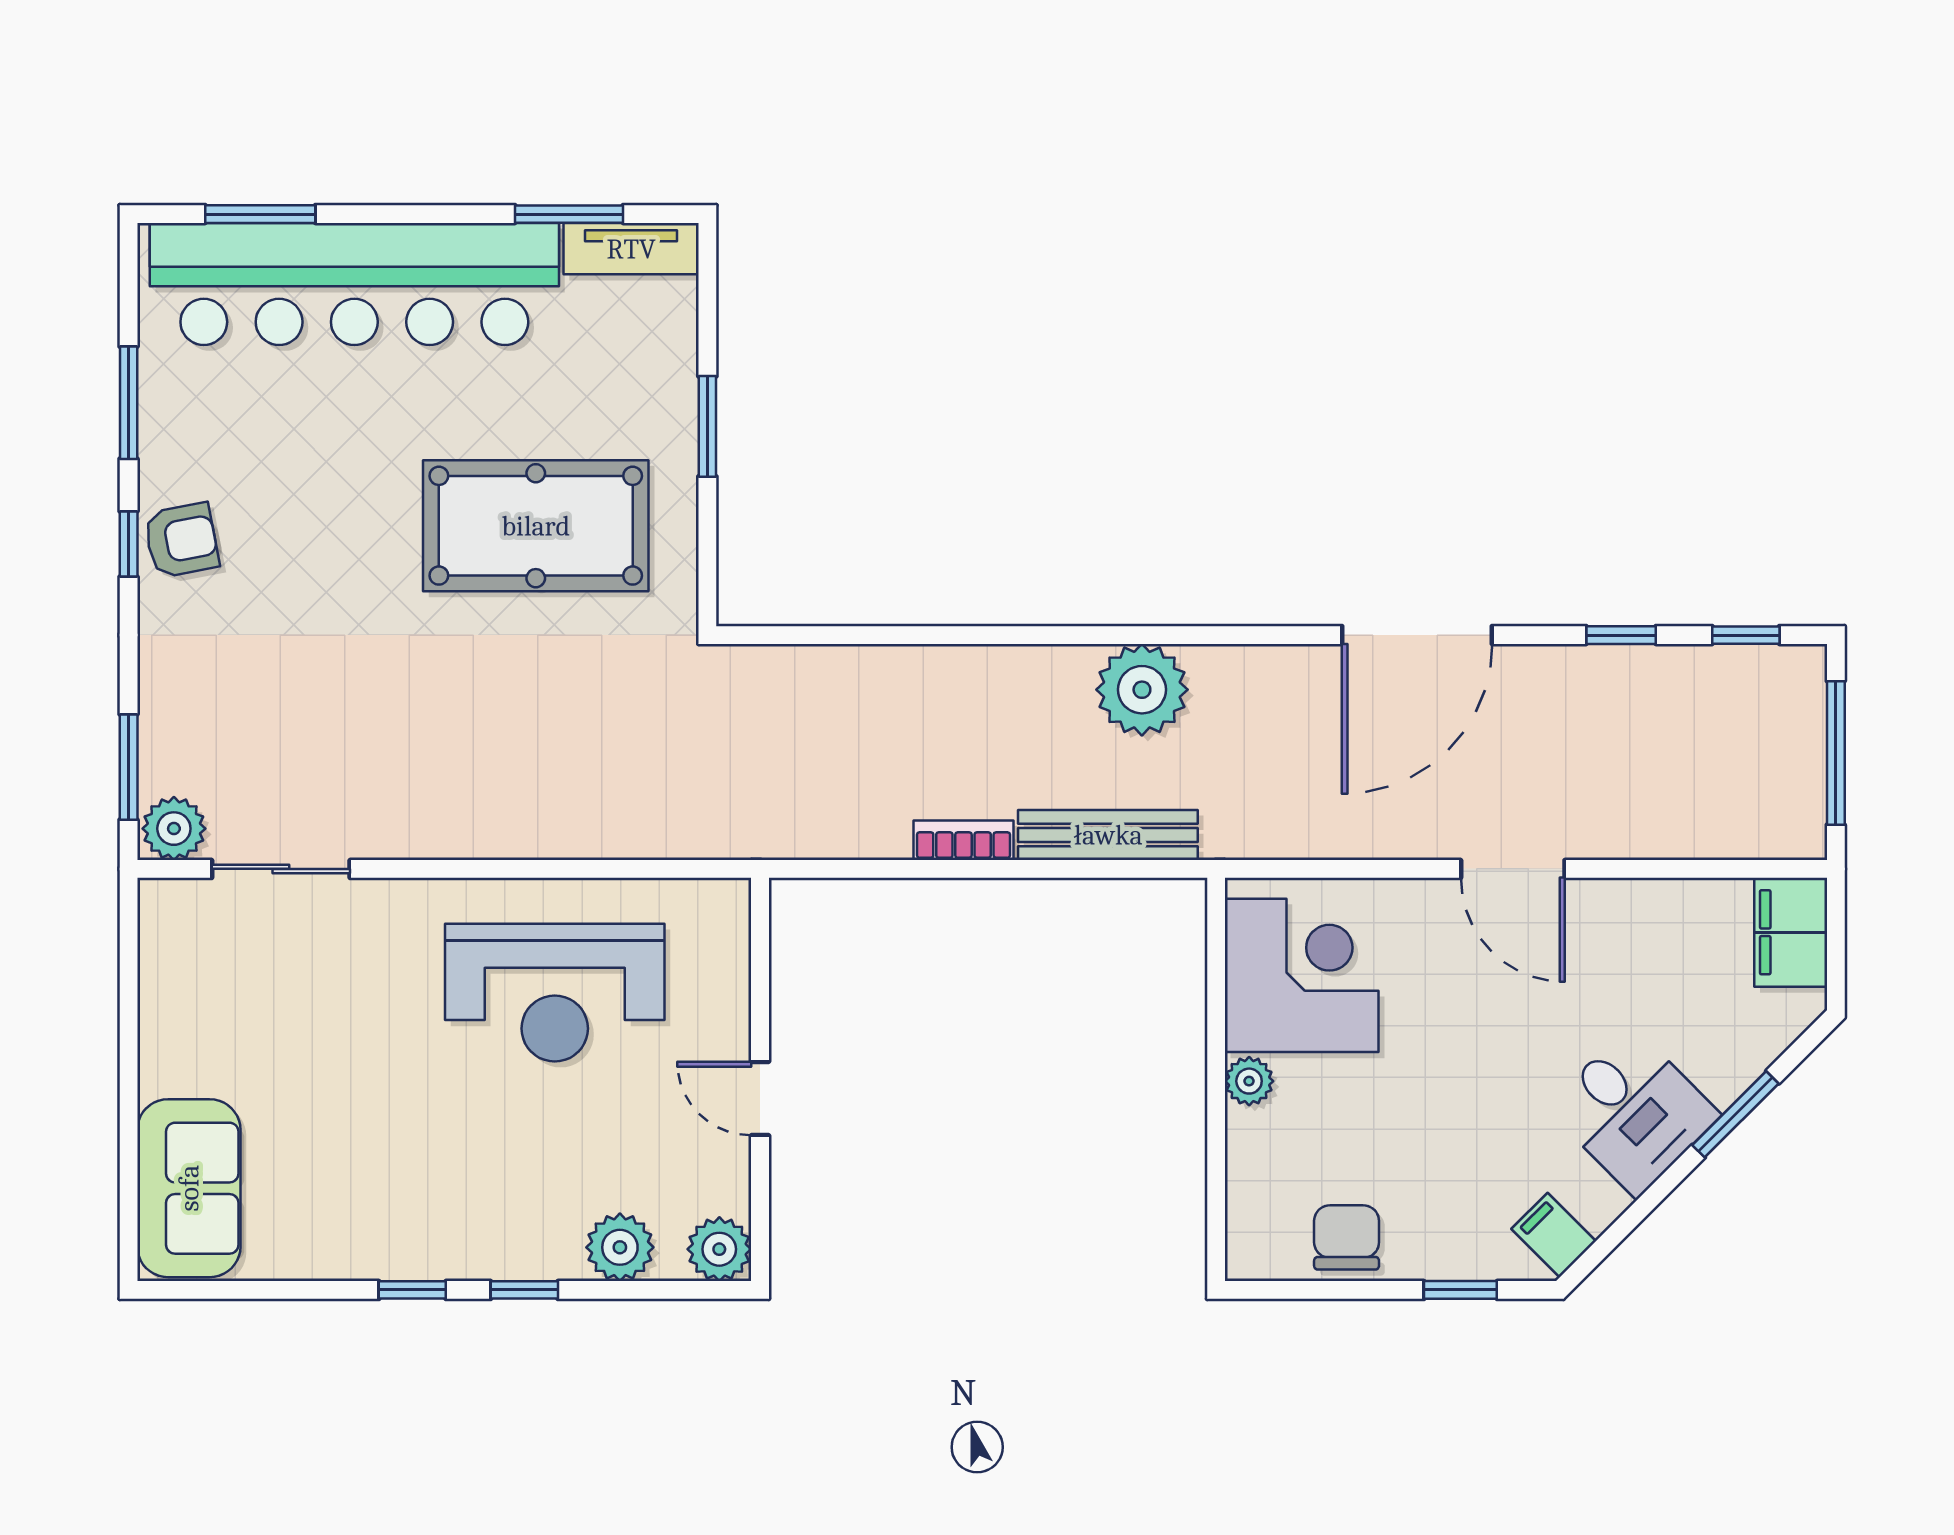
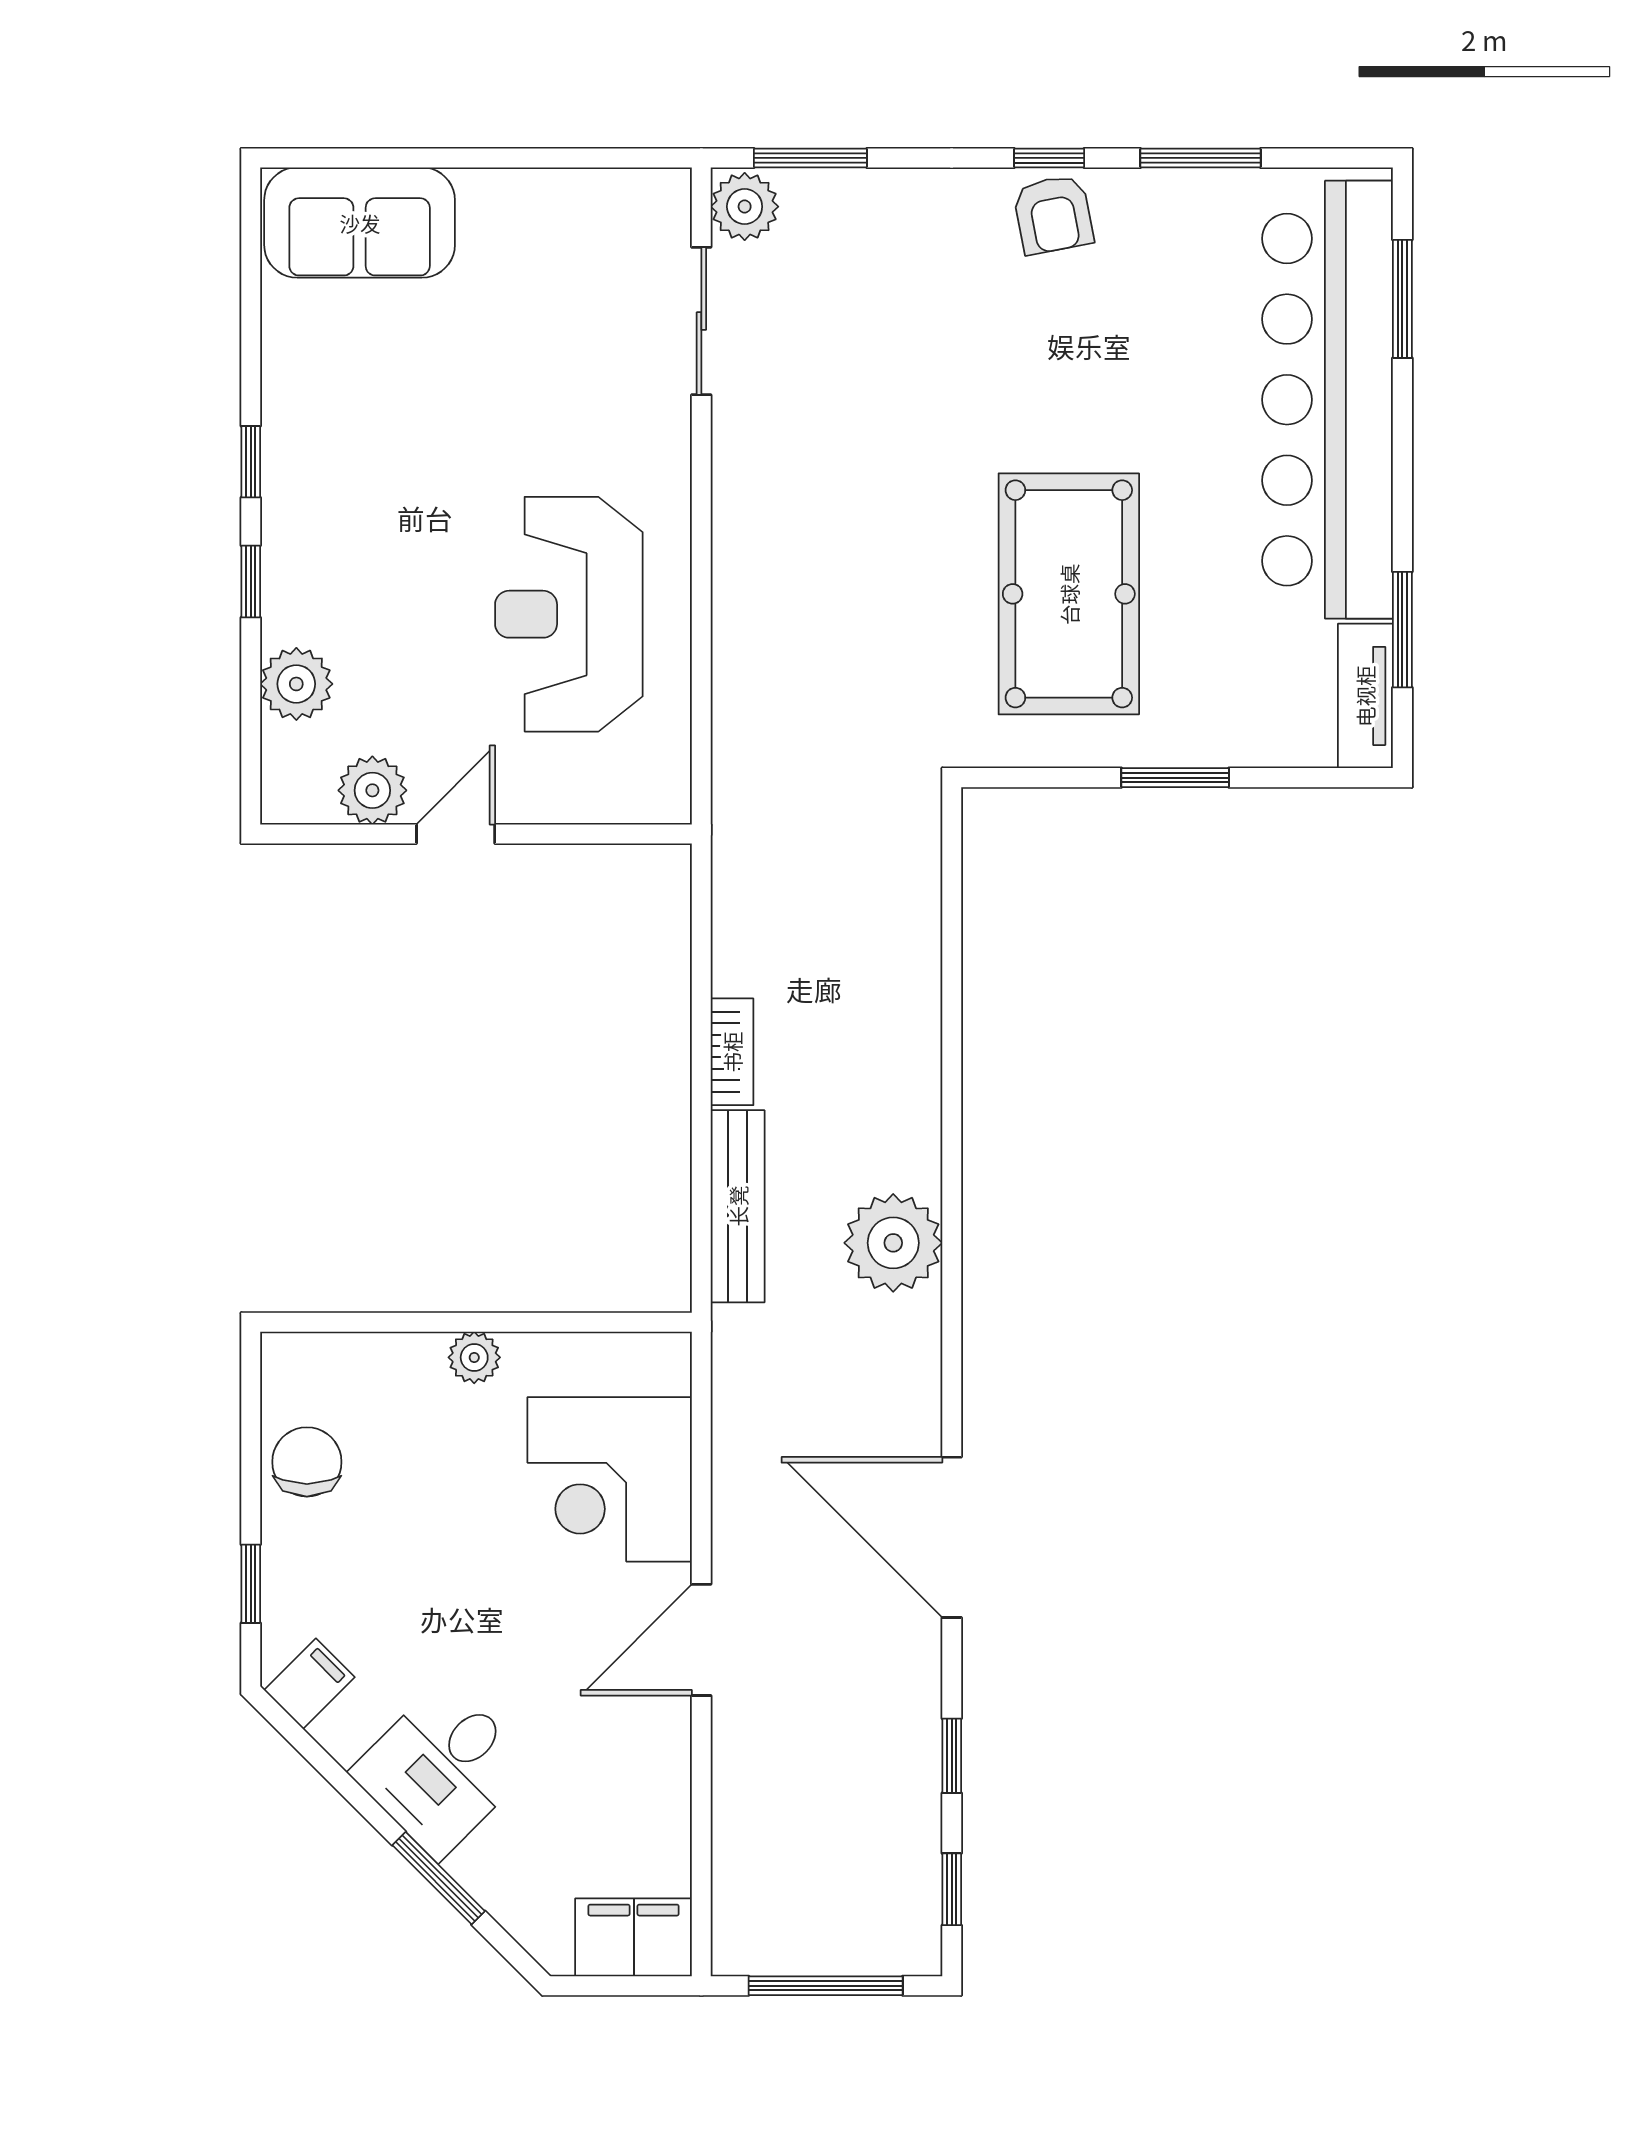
corner desk: (1302, 975) -> (610, 1479), moved, turned 90
chair: (1347, 1237) -> (307, 1462), turned -90
plant: (719, 1249) -> (372, 790), moved

